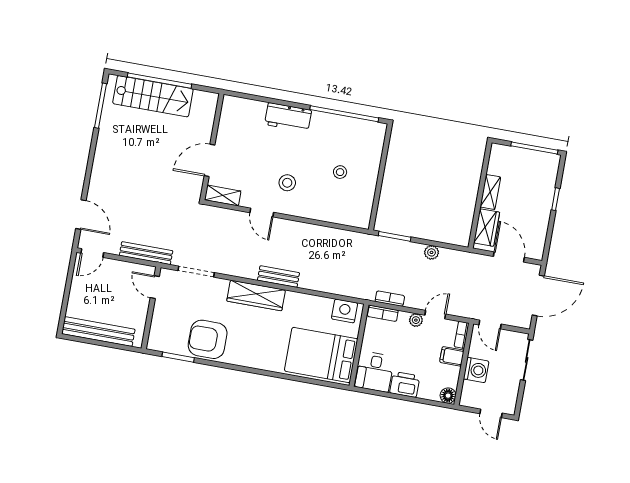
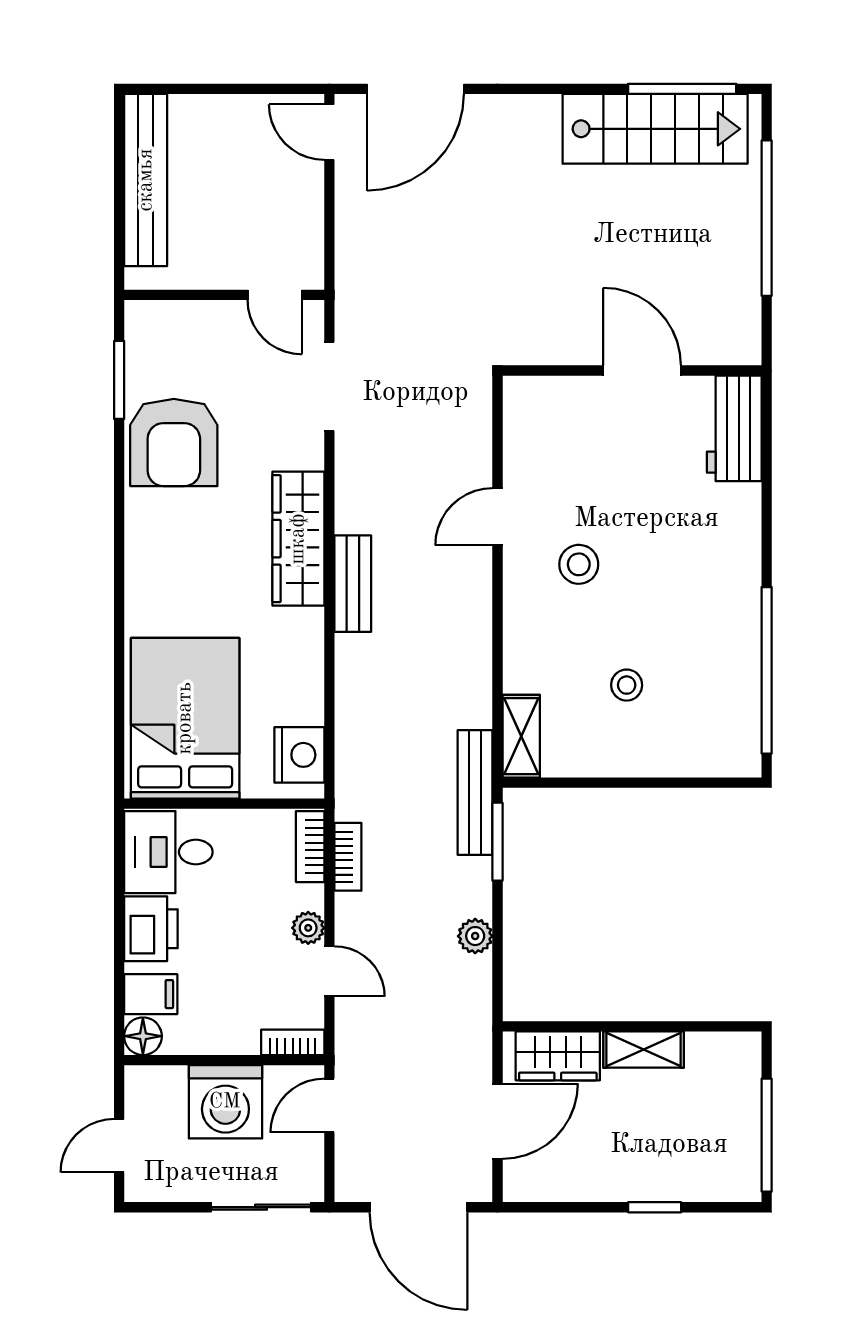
stairs: (153, 96) -> (655, 129), moved, turned -90
workbench: (288, 117) -> (734, 428), moved
door: (209, 160) -> (642, 371), moved
shelving: (223, 195) -> (521, 736), moved
door: (81, 215) -> (415, 89), width x1.36
bench: (146, 253) -> (475, 792), moved
door: (155, 287) -> (275, 295), swing flipped
armchair: (208, 339) -> (174, 442), turned 180
filing cabinet: (452, 356) -> (151, 994), moved, turned 90
washing machine: (476, 370) -> (225, 1102), width x1.37, depth x1.37

